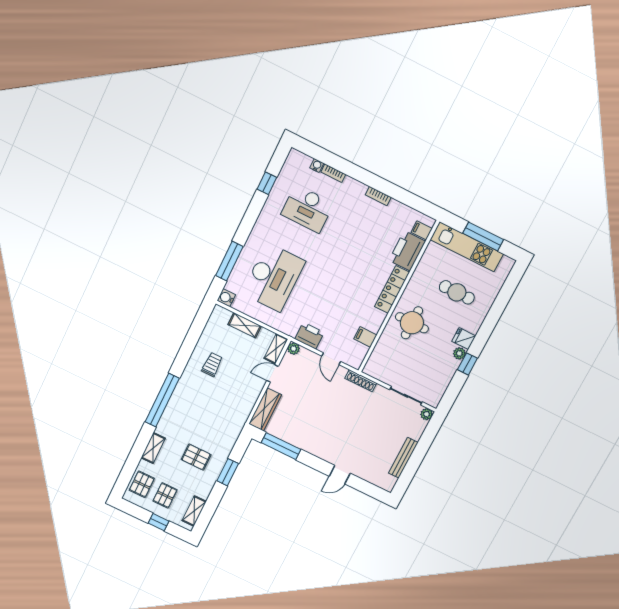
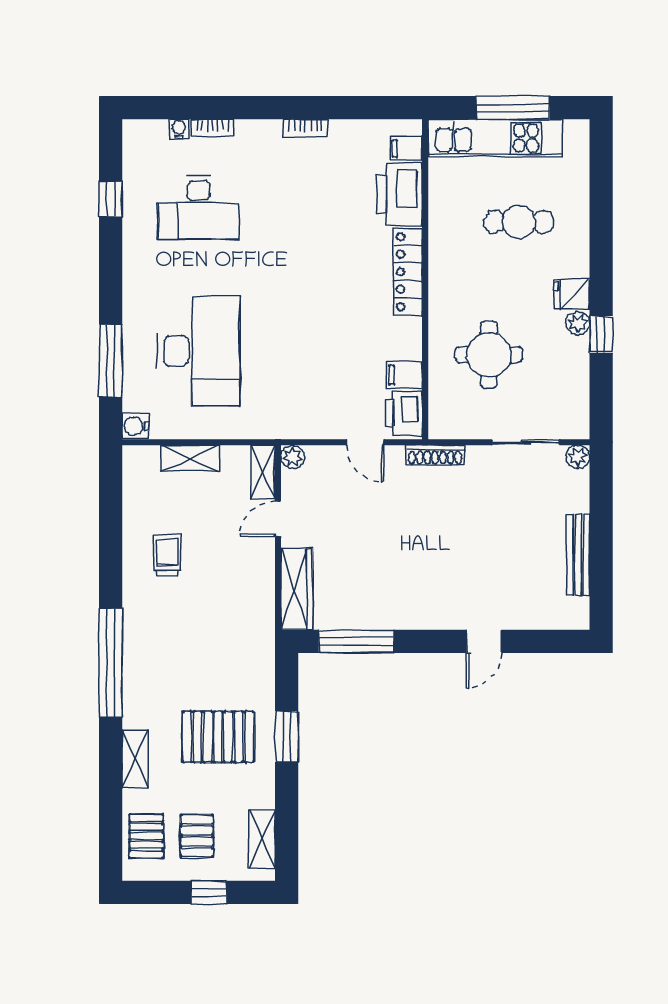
round table: (412, 323) -> (489, 355), moved
printer: (309, 336) -> (404, 413), moved, turned -90
pallet: (196, 457) -> (218, 737), width x1.50, depth x1.42

